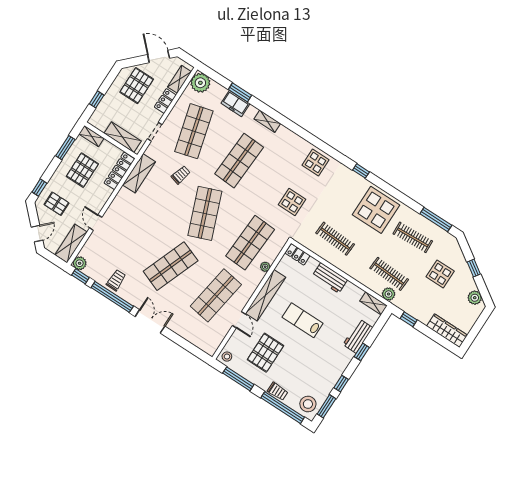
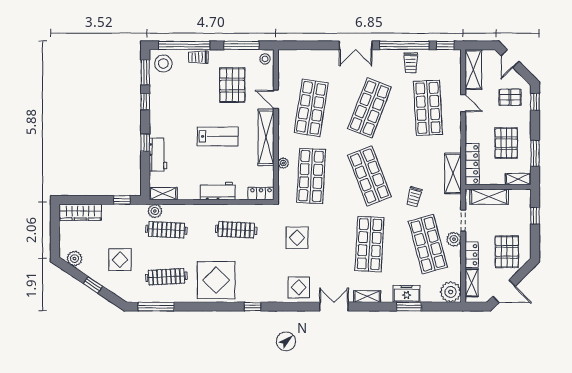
double door: (298, 130) -> (334, 307), added
shop shelf: (125, 237) -> (428, 108), added
plant: (80, 263) -> (454, 239), moved

